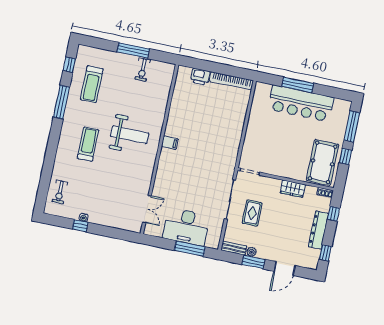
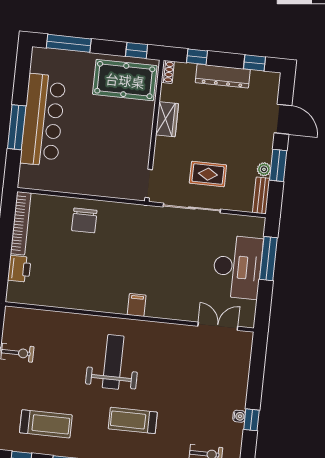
chair: (229, 125) -> (84, 220), added
filing cabinet: (170, 143) -> (137, 305), moved
window: (345, 157) -> (137, 50), moved

